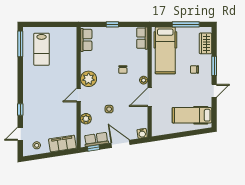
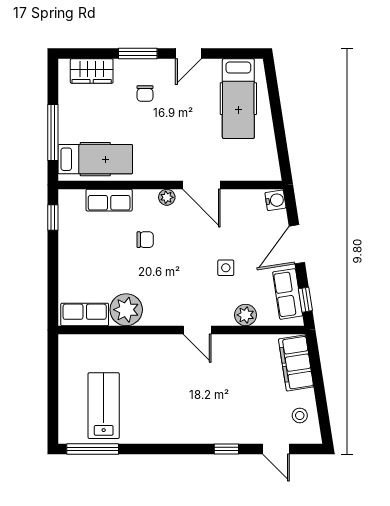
window: (112, 24) -> (53, 217), moved
window: (186, 24) -> (53, 133), moved
row of seats: (142, 38) -> (109, 200), moved
lab bench: (42, 49) -> (104, 406), turned -90
hospital bed: (165, 50) -> (95, 159), width x0.73, depth x0.78
plant: (89, 79) -> (126, 310), moved
door: (214, 91) -> (188, 54), swing flipped

